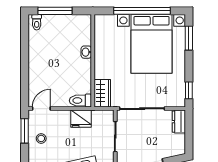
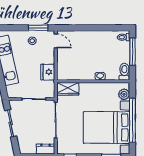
plant: (109, 22) -> (124, 94), added
toilet: (80, 101) -> (124, 72), moved

